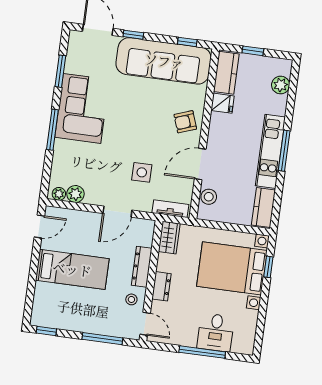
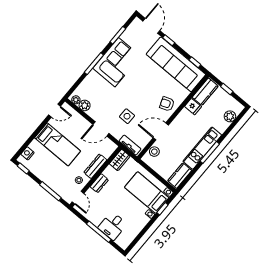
bed with nightstands: (232, 268) -> (147, 193), width x0.73
nightstand: (39, 307) -> (28, 153), added

